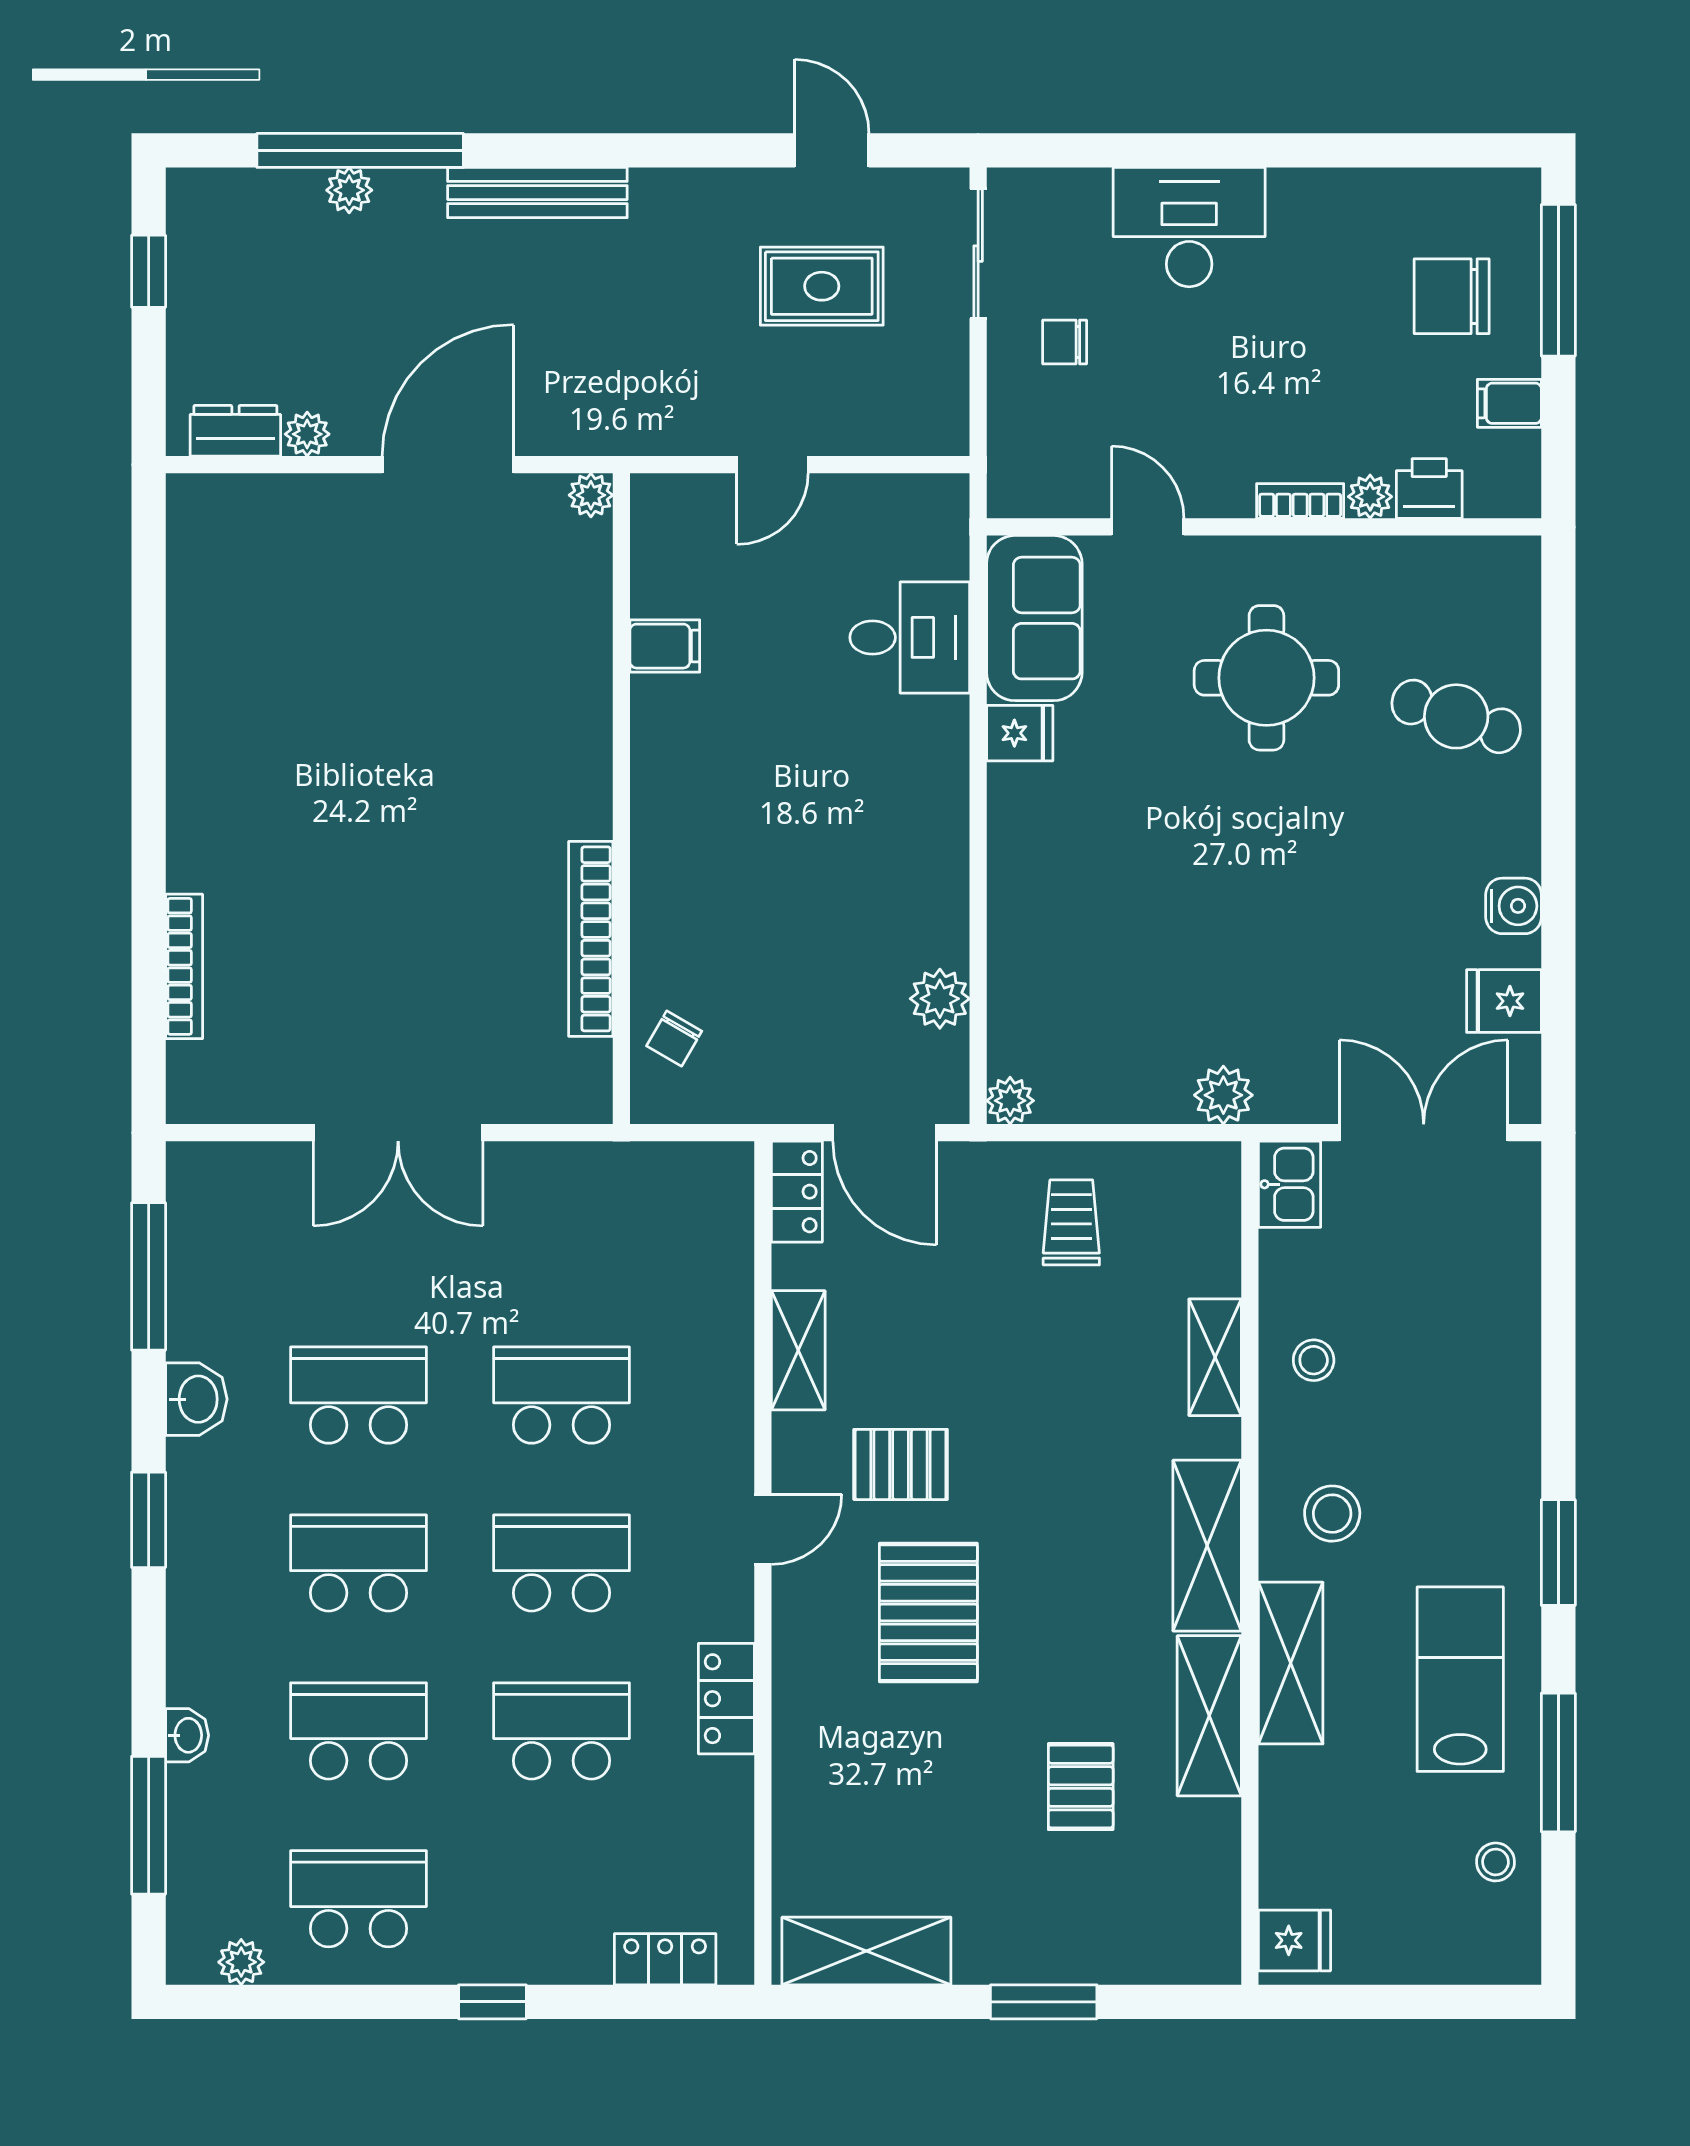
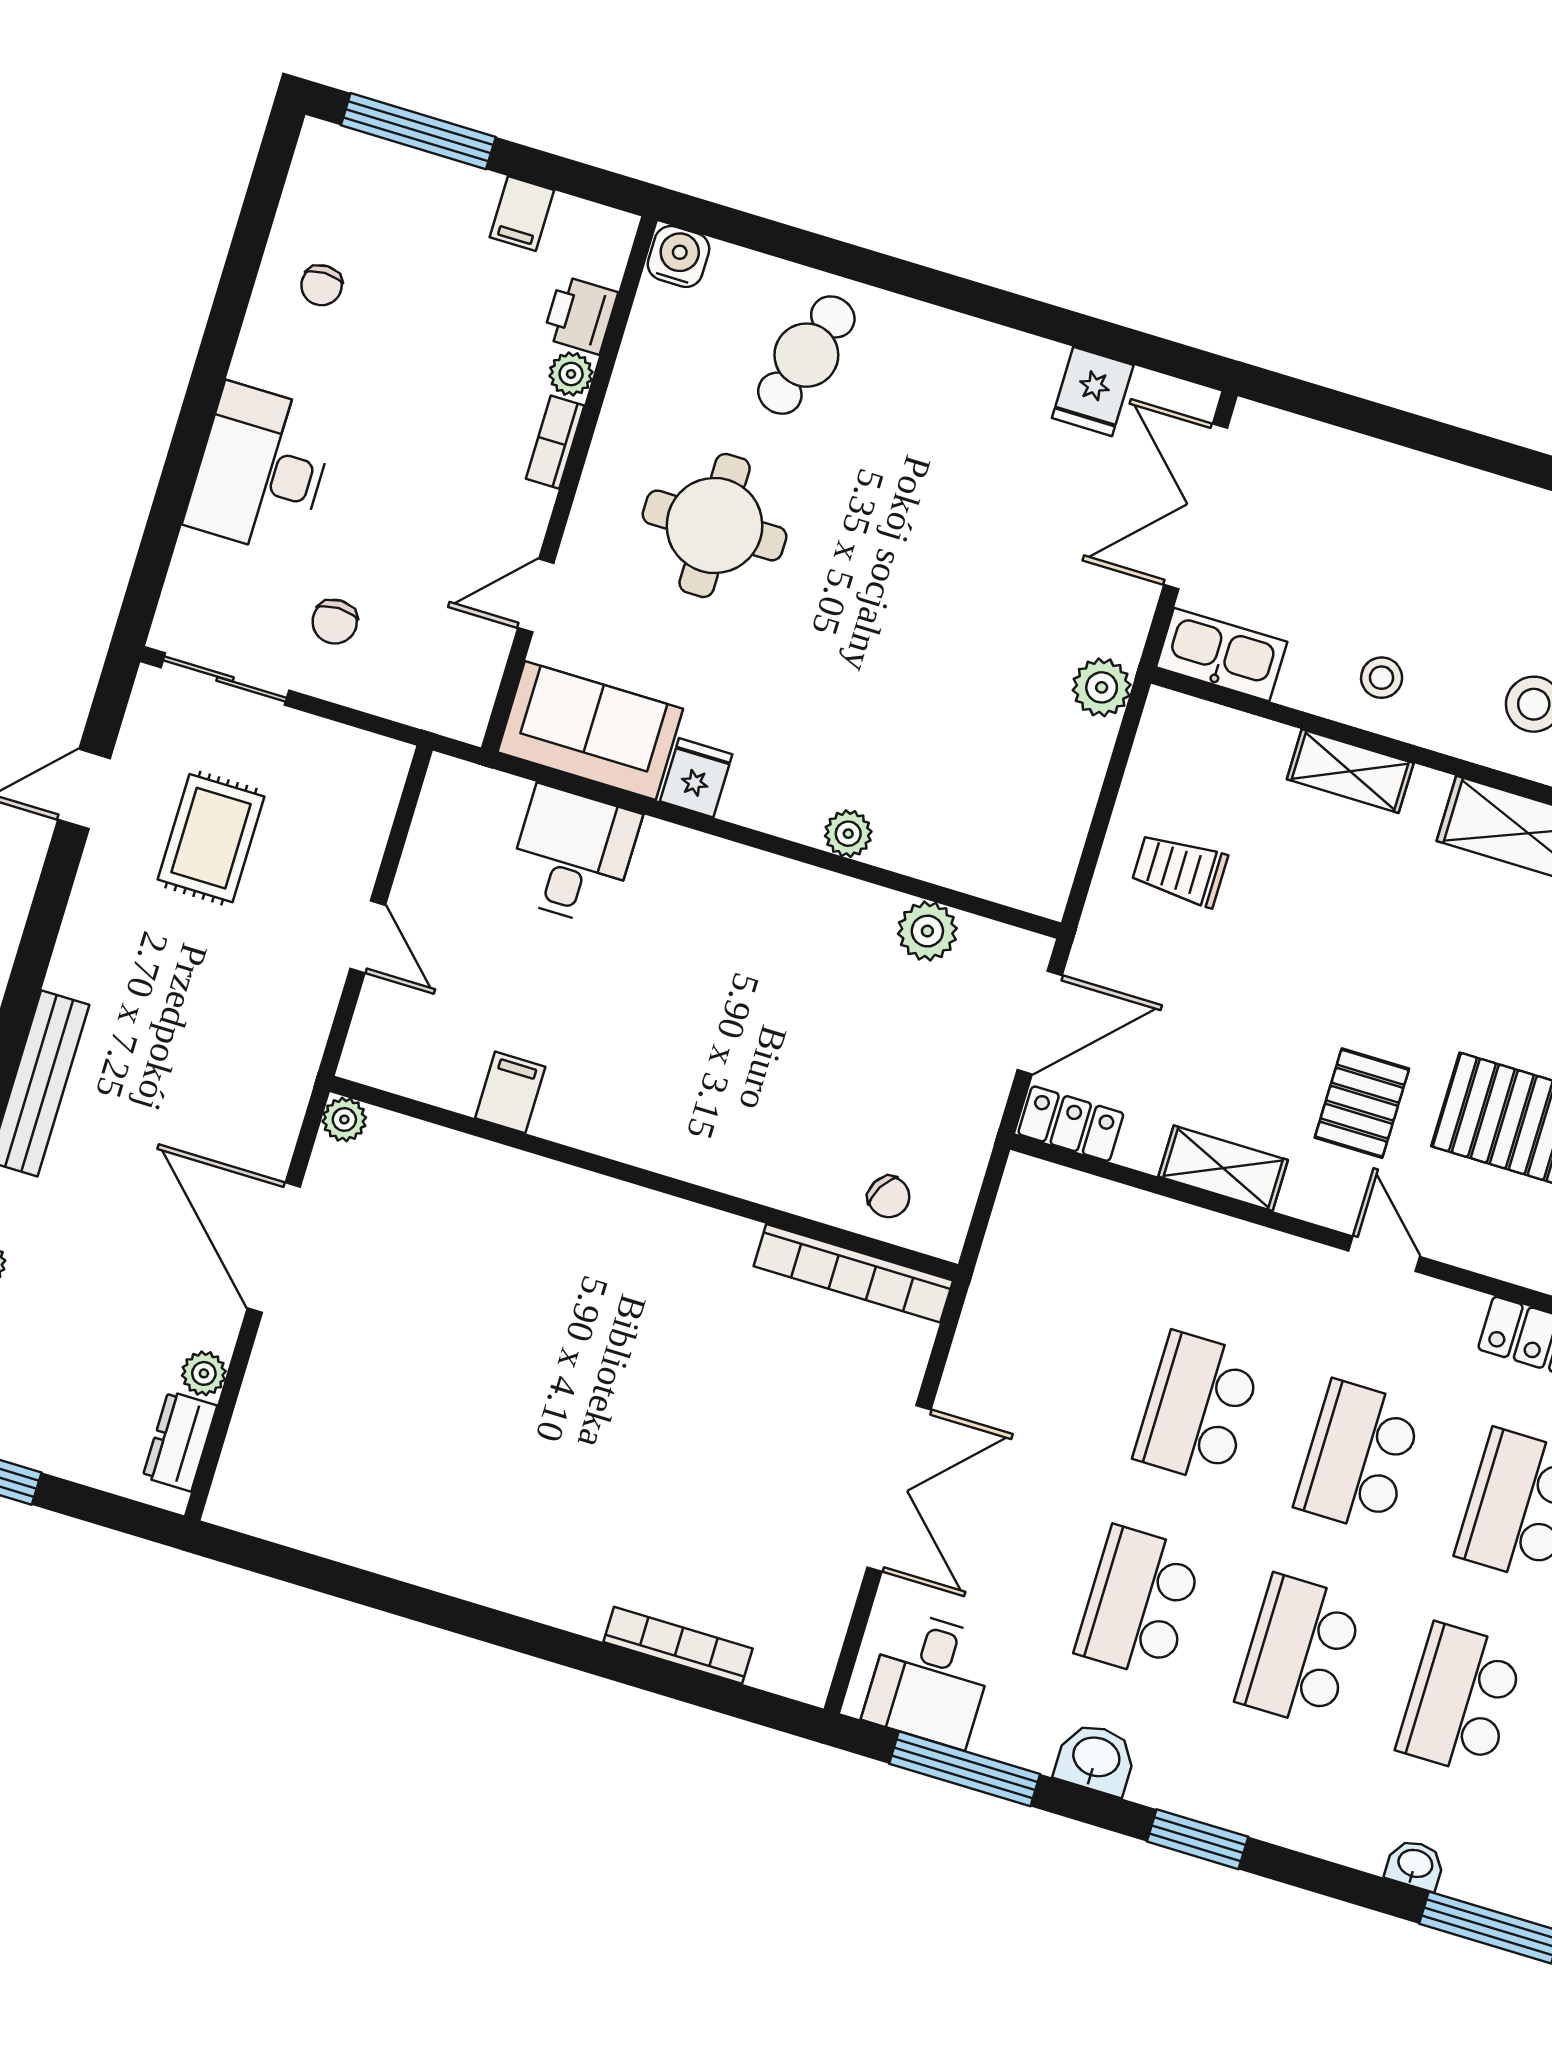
chair: (1452, 296) -> (322, 285), moved, width x0.54, depth x0.54
water cooler: (1514, 906) -> (678, 256), moved
bookcase: (591, 939) -> (853, 1273), moved
plant: (1010, 1101) -> (848, 834), moved
kitchen sink: (1290, 1184) -> (1222, 655), width x1.38
desk: (224, 1217) -> (930, 1679), added

